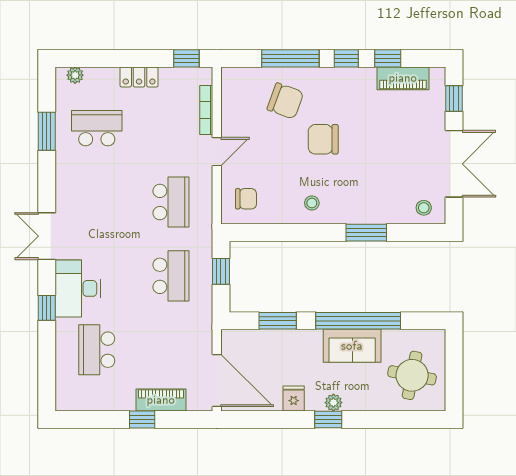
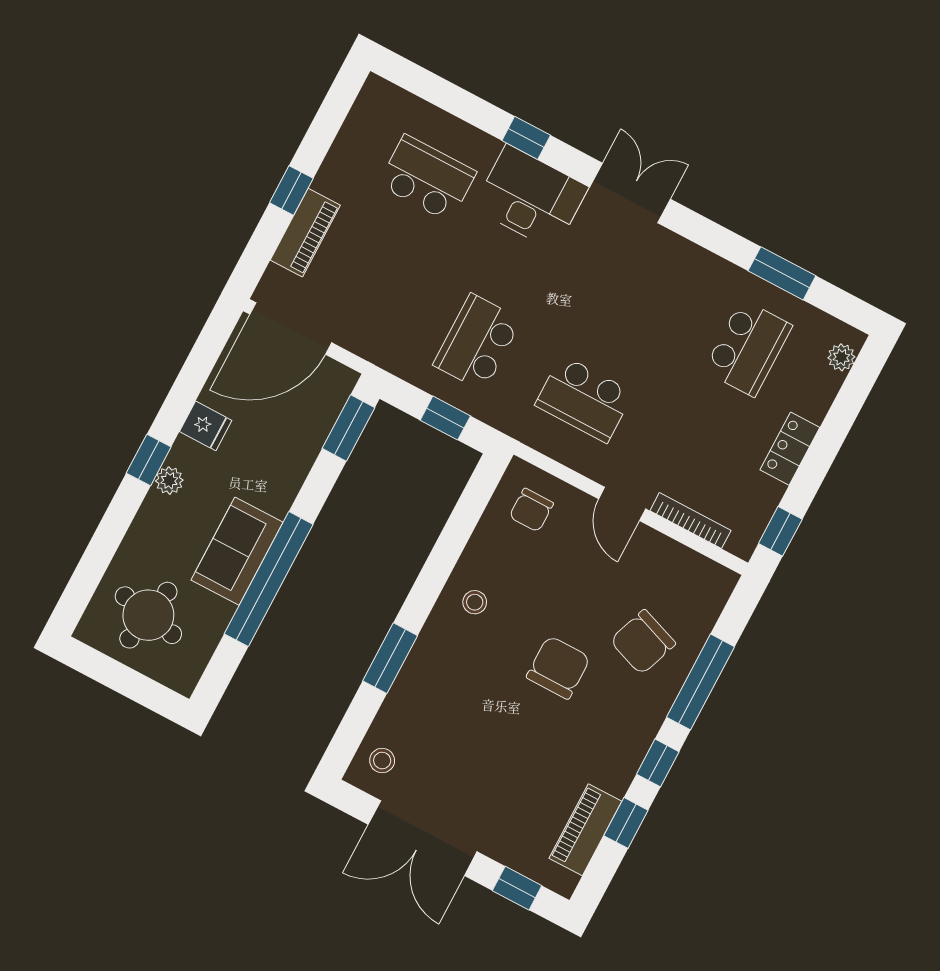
school desk: (171, 276) -> (477, 342), turned 90
window: (278, 321) -> (349, 428), moved

